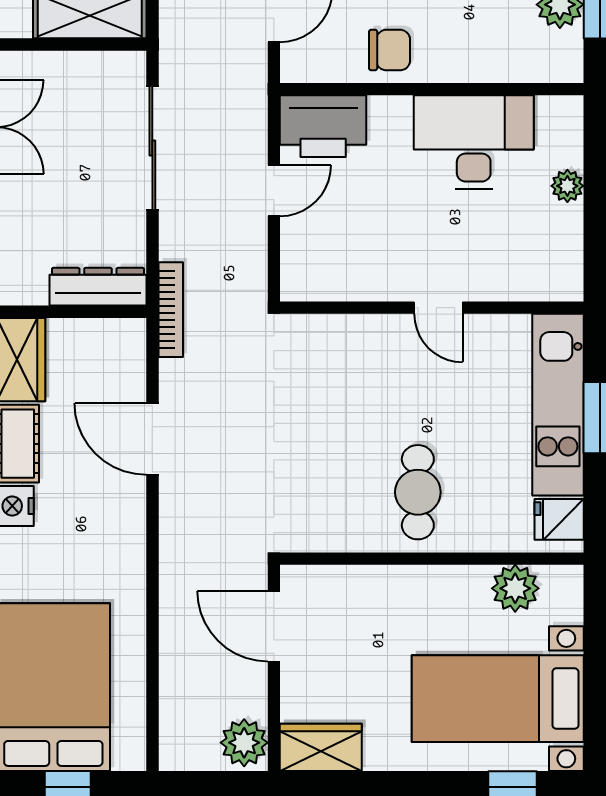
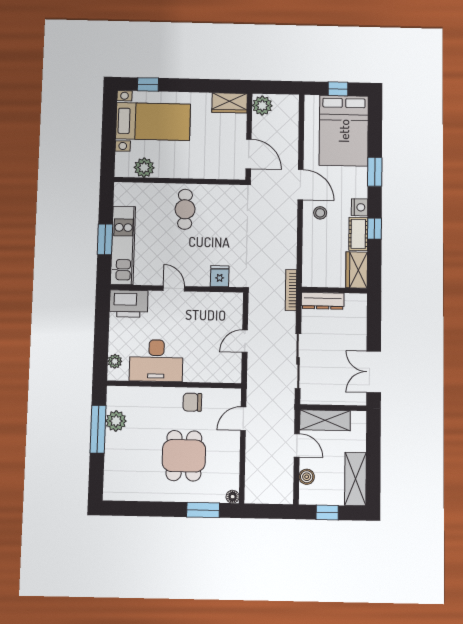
printer: (323, 126) -> (129, 304), moved, turned 180
plant: (567, 186) -> (115, 361), moved
door: (152, 439) -> (300, 185), moved
stool: (106, 491) -> (320, 213), added
fridge: (559, 519) -> (220, 276), moved, turned -90

